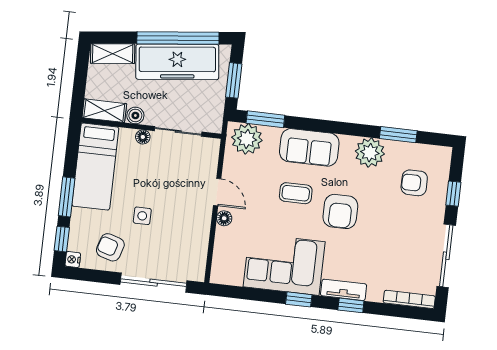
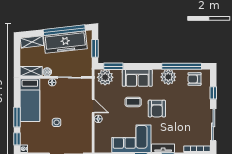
window: (398, 135) -> (182, 66), width x2.11
armchair: (414, 183) -> (194, 79), moved
armchair: (110, 247) -> (42, 140), removed

